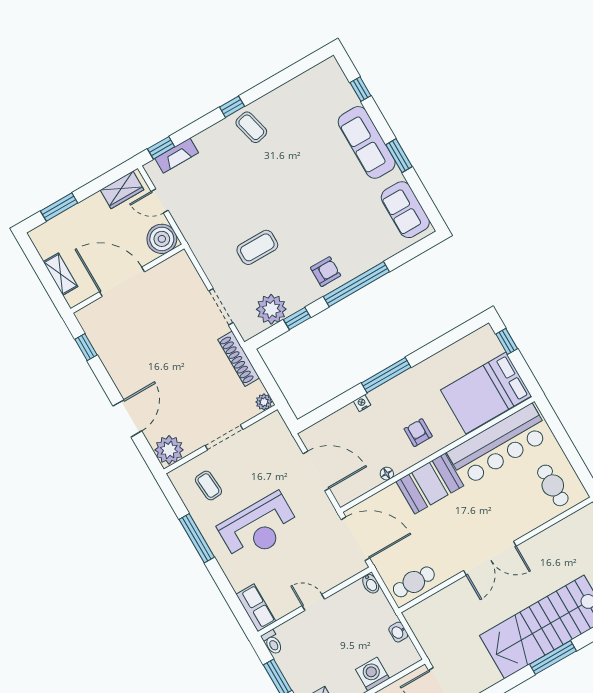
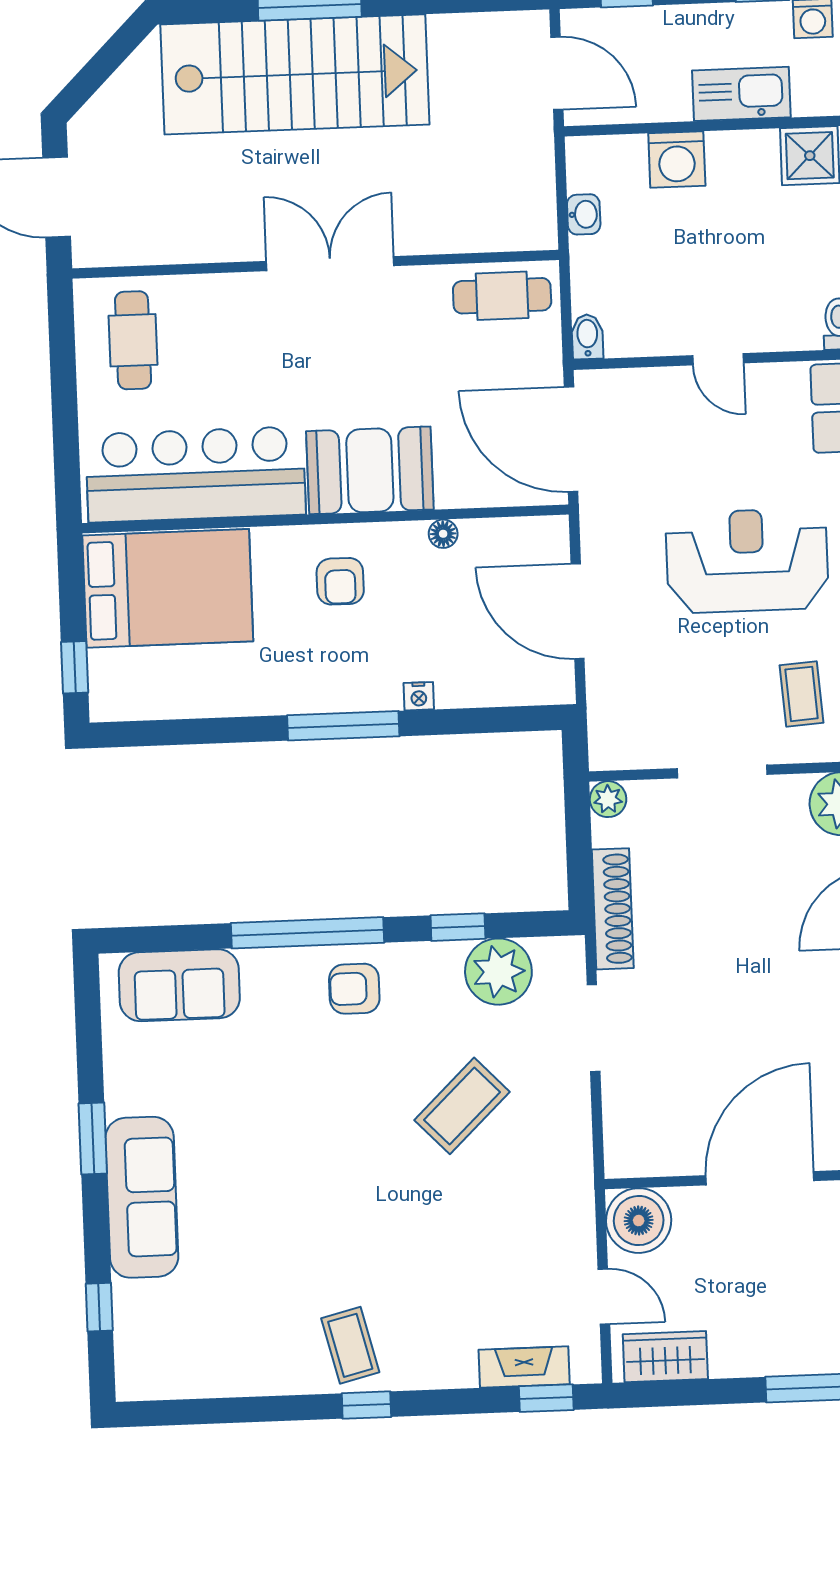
sofa: (405, 210) -> (179, 985), moved, turned 90
coffee table: (257, 247) -> (462, 1106), turned -44
door: (122, 282) -> (760, 1178), swing flipped

